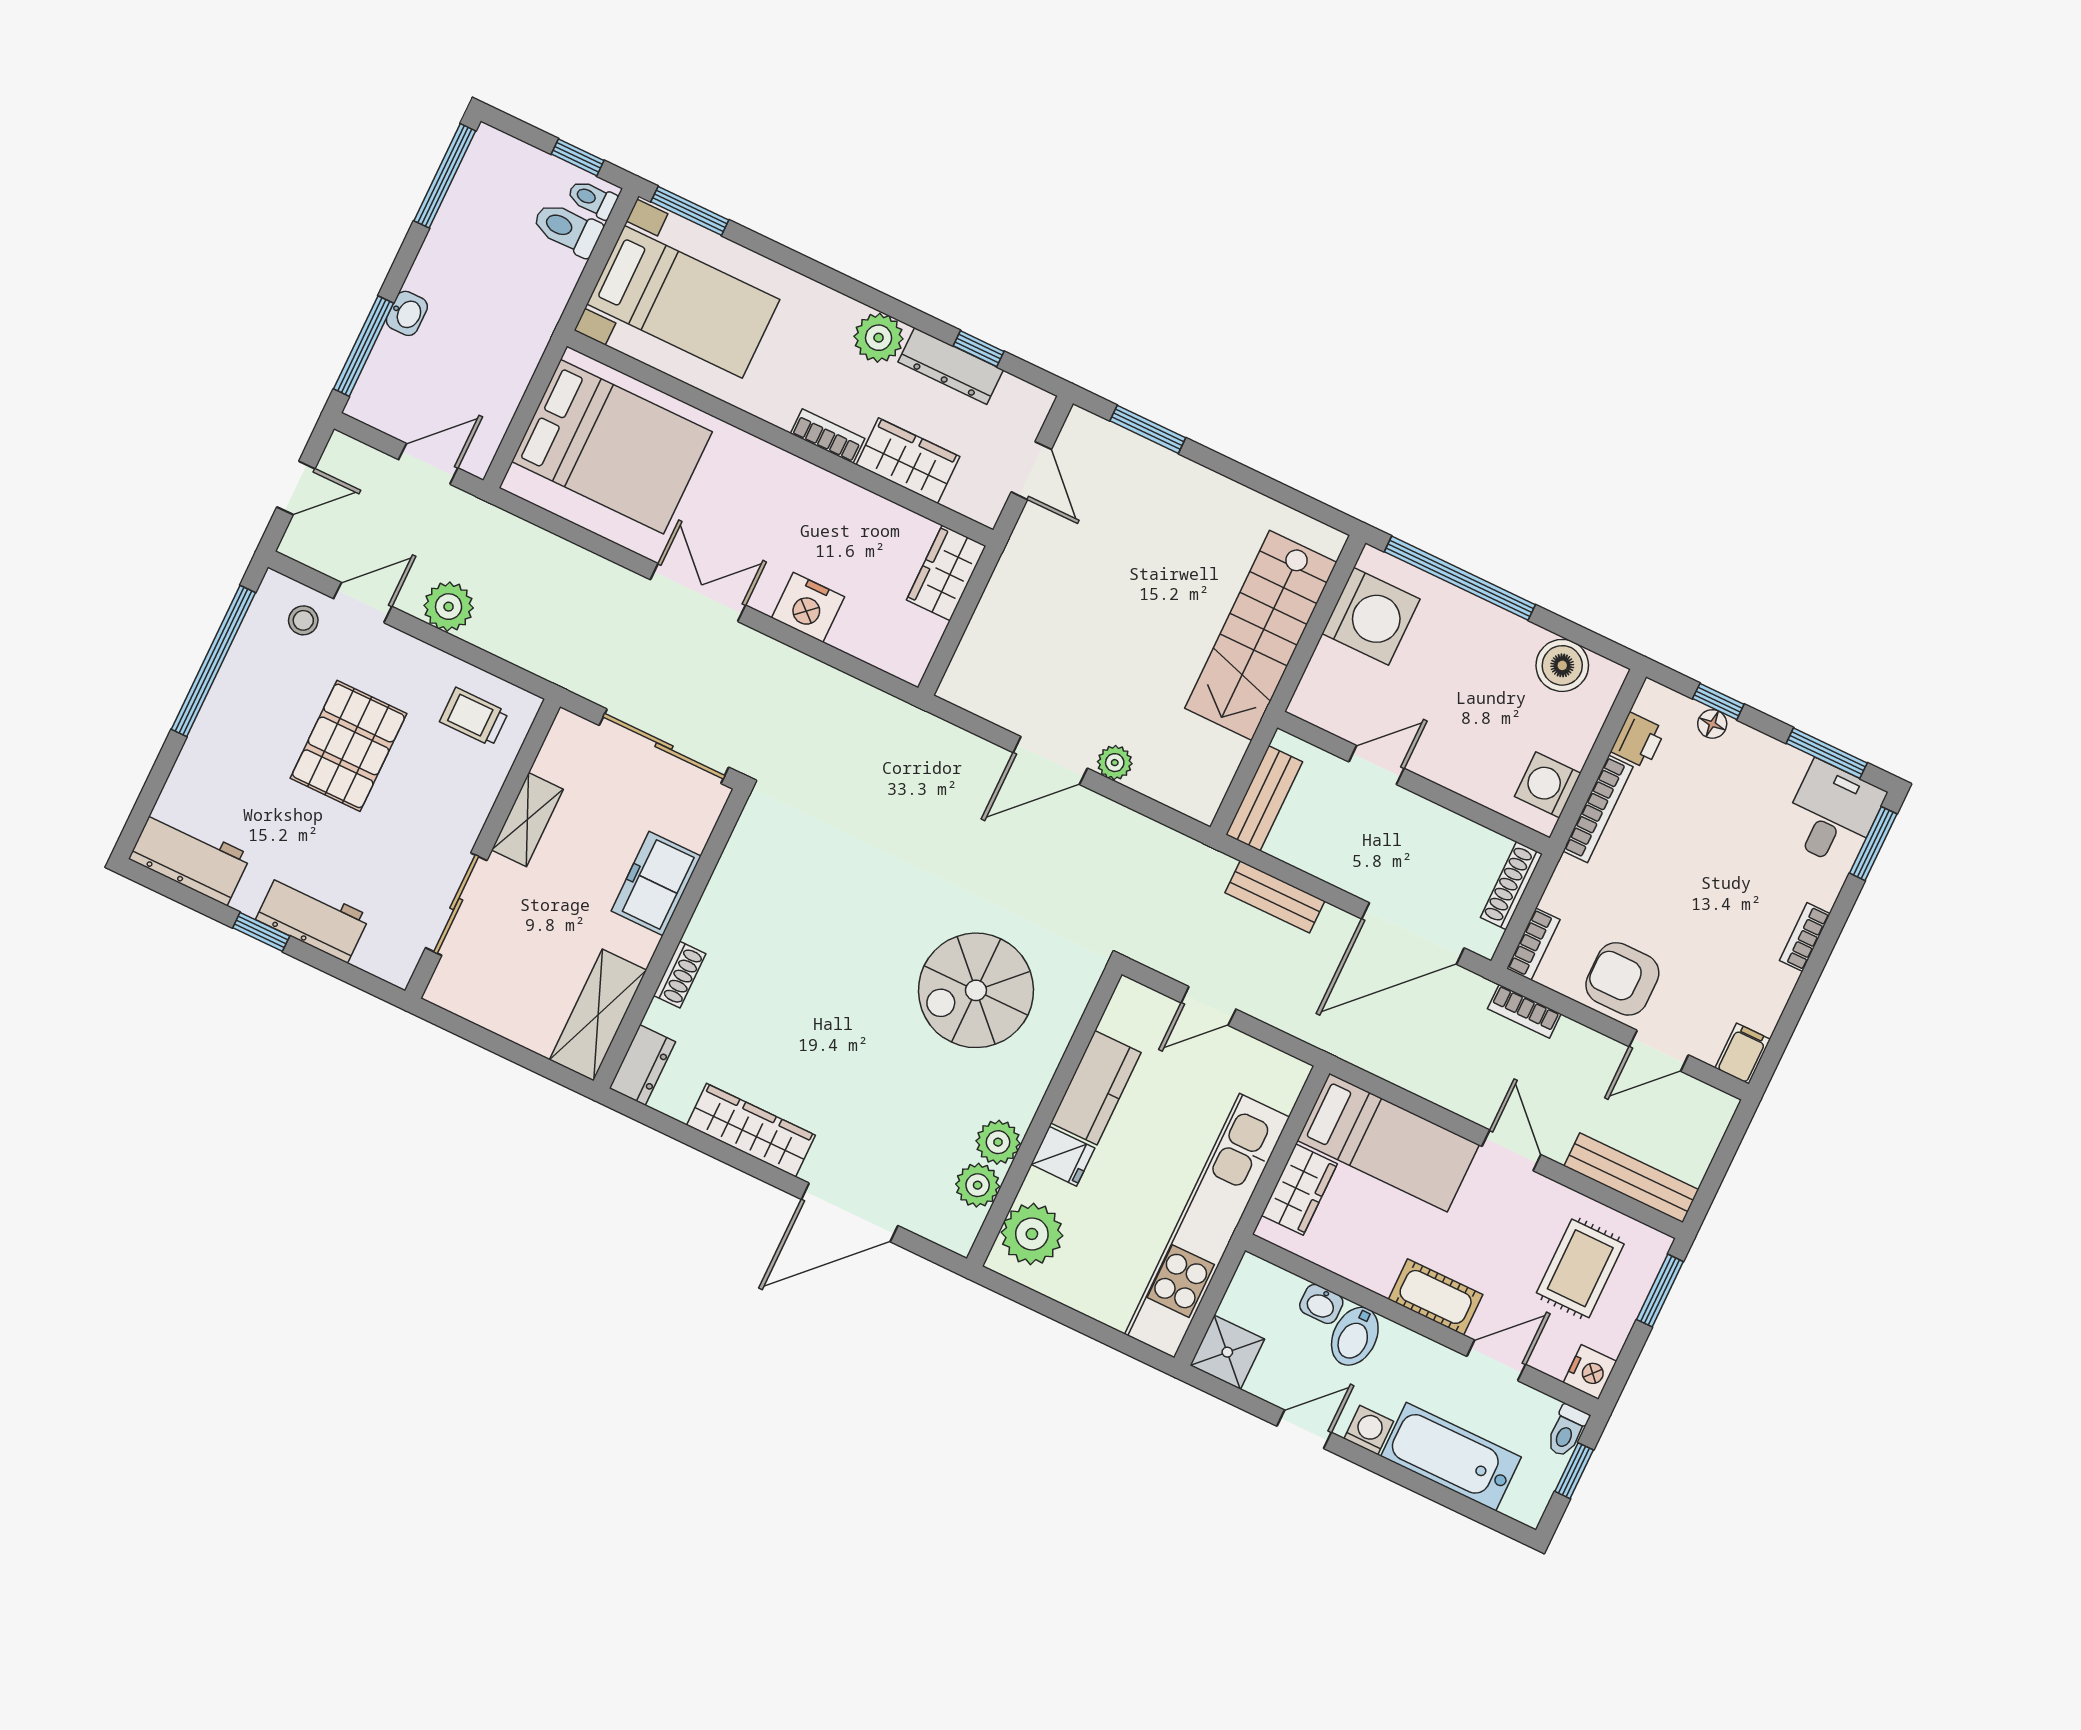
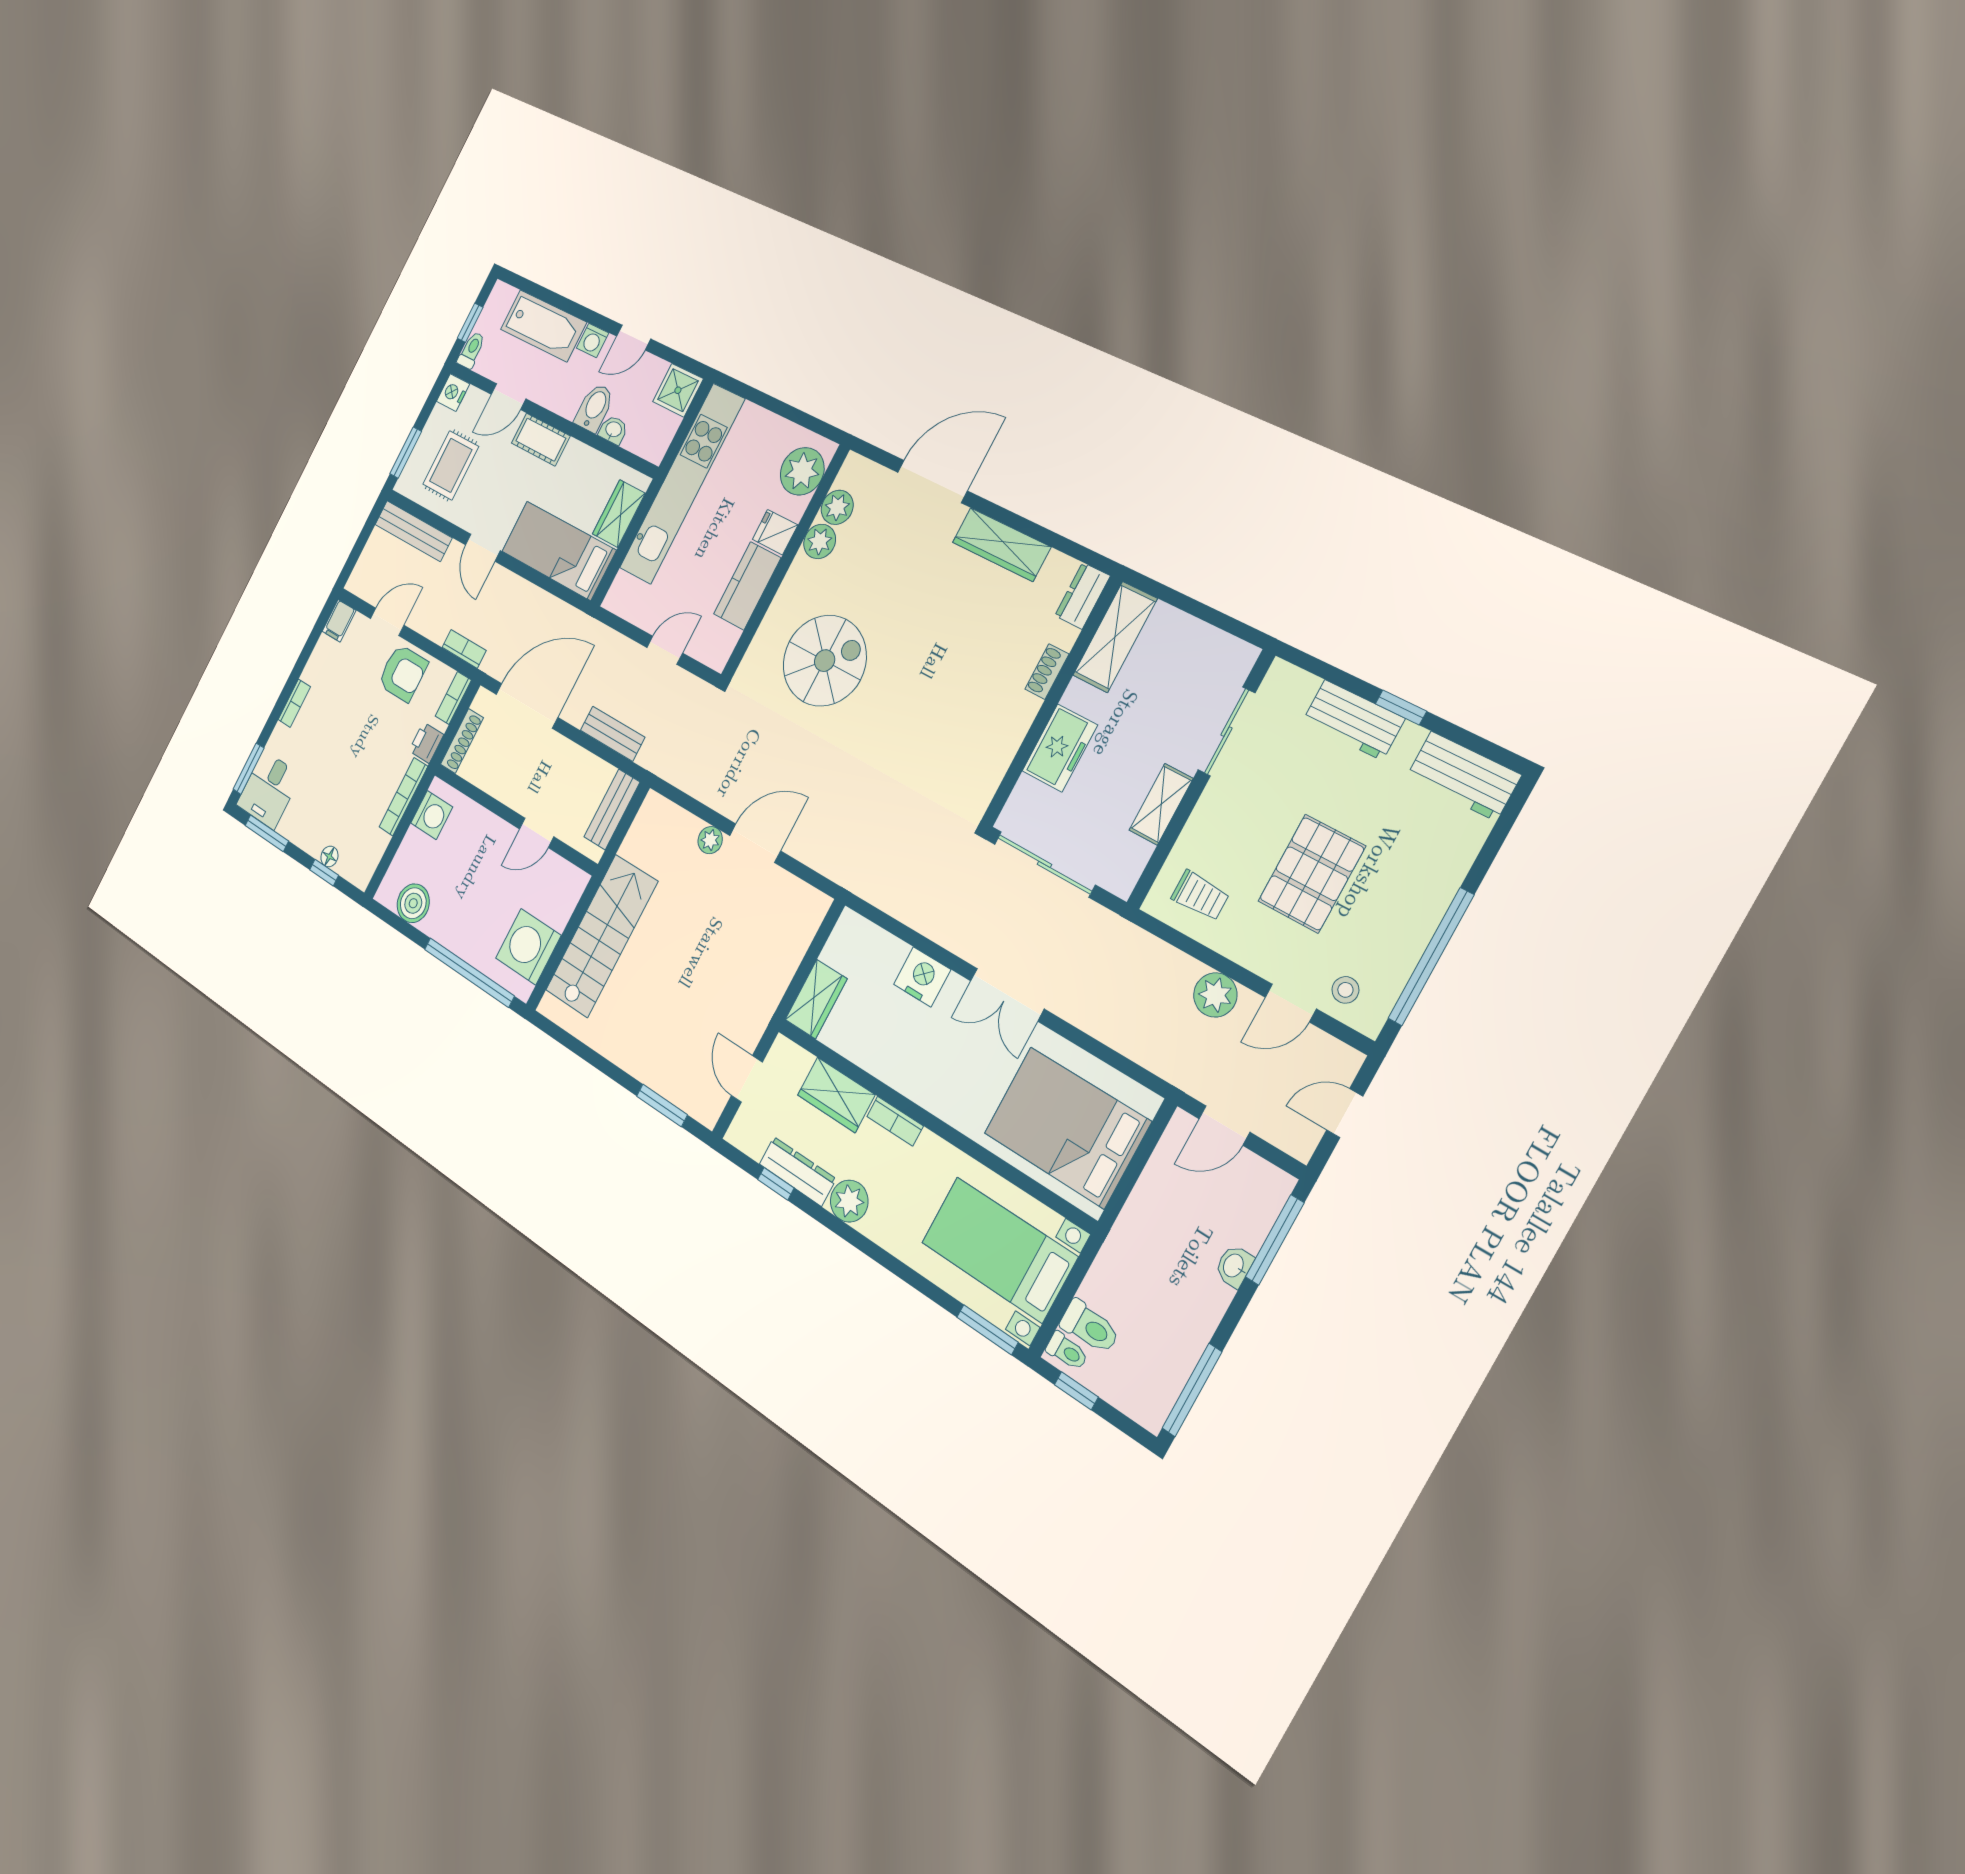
printer: (1638, 740) -> (426, 743), moved

